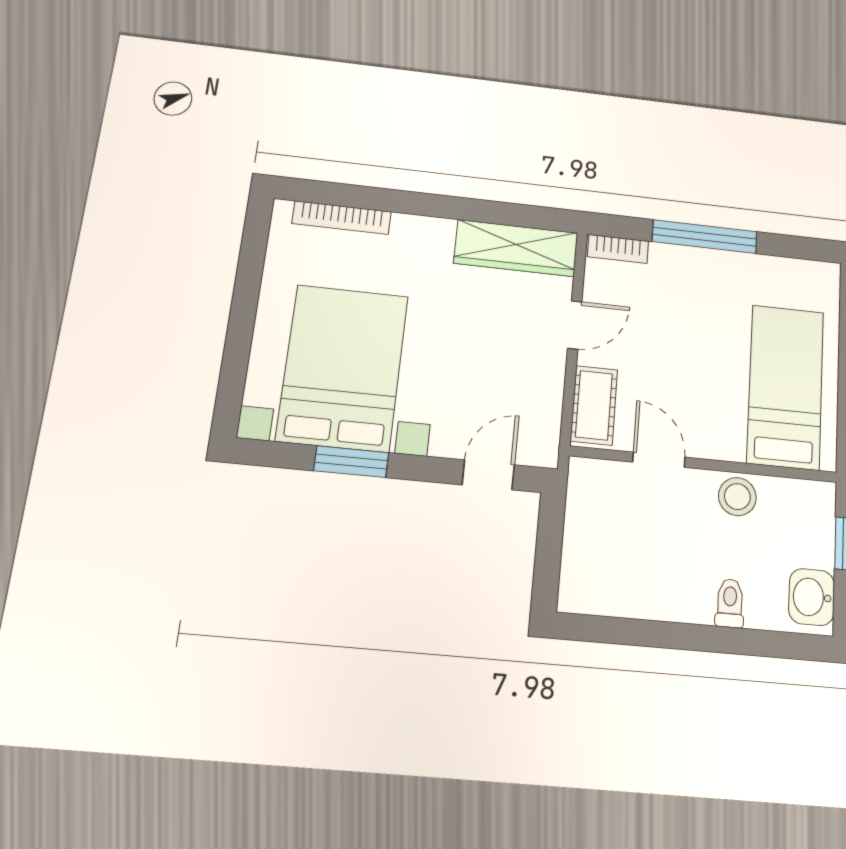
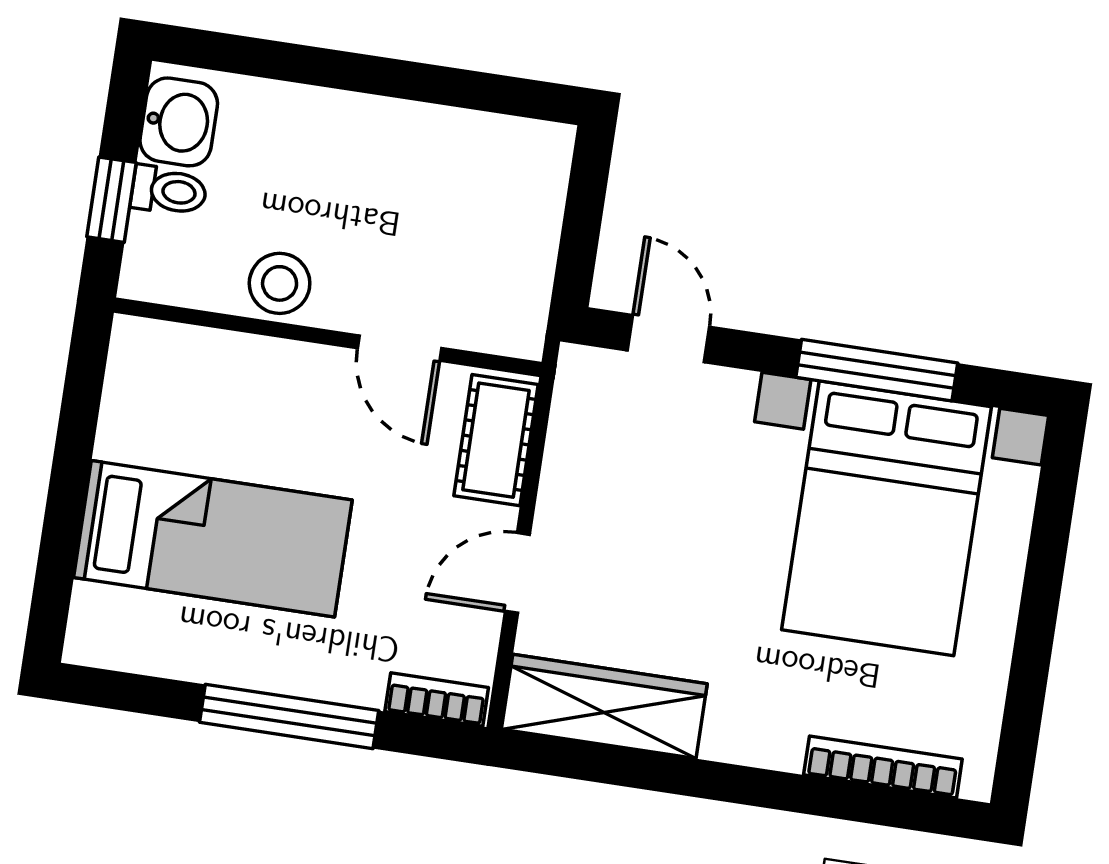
bed: (785, 387) -> (213, 539), moved, turned -90
window: (351, 462) -> (877, 370), width x1.44
door: (488, 475) -> (669, 339), swing flipped
toilet: (730, 603) -> (169, 191), moved, turned -90

